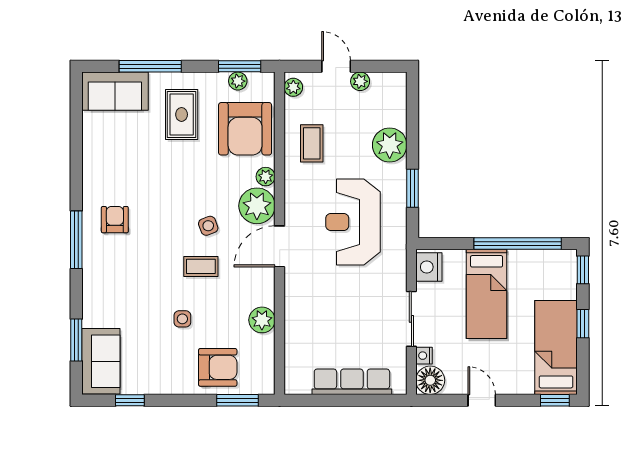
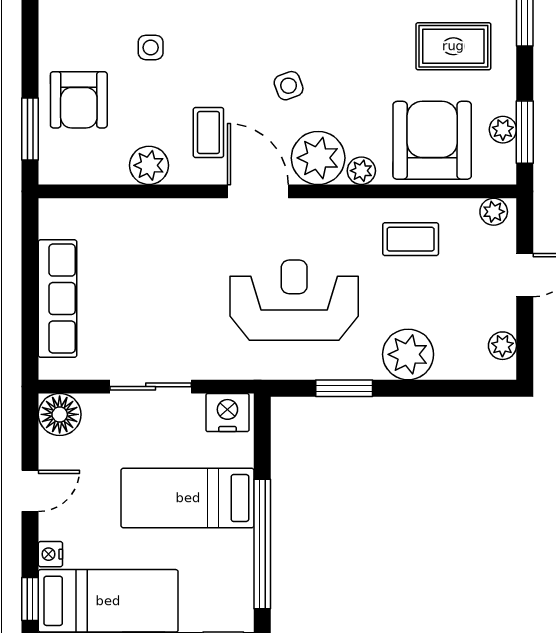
plant: (360, 81) -> (502, 346), moved
armchair: (245, 129) -> (432, 140), turned 90
coffee table: (201, 266) -> (208, 133), moved
nightstand: (424, 356) -> (50, 554), moved, turned -90

